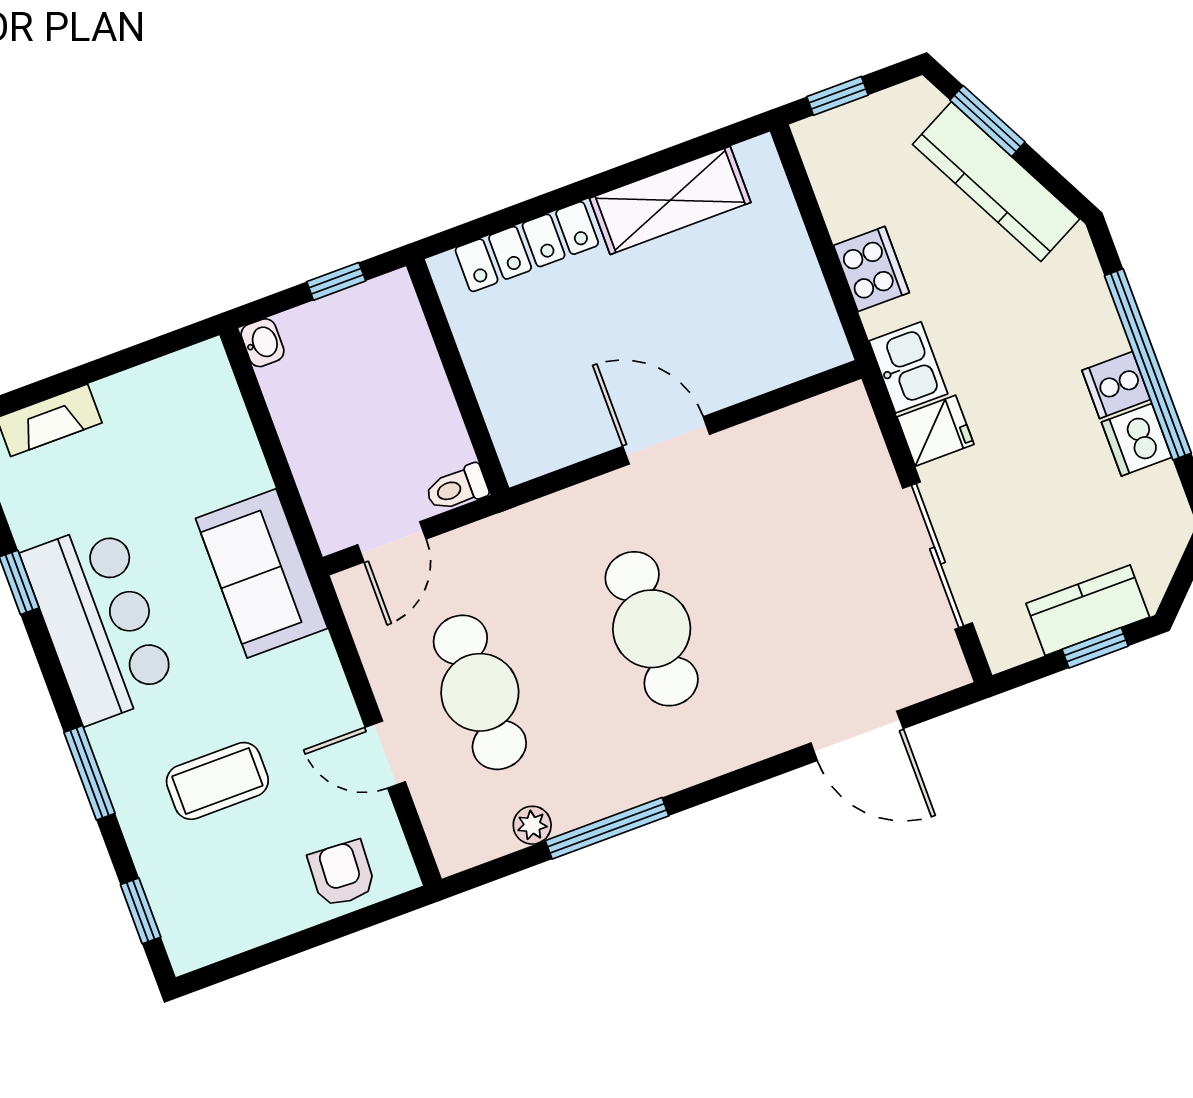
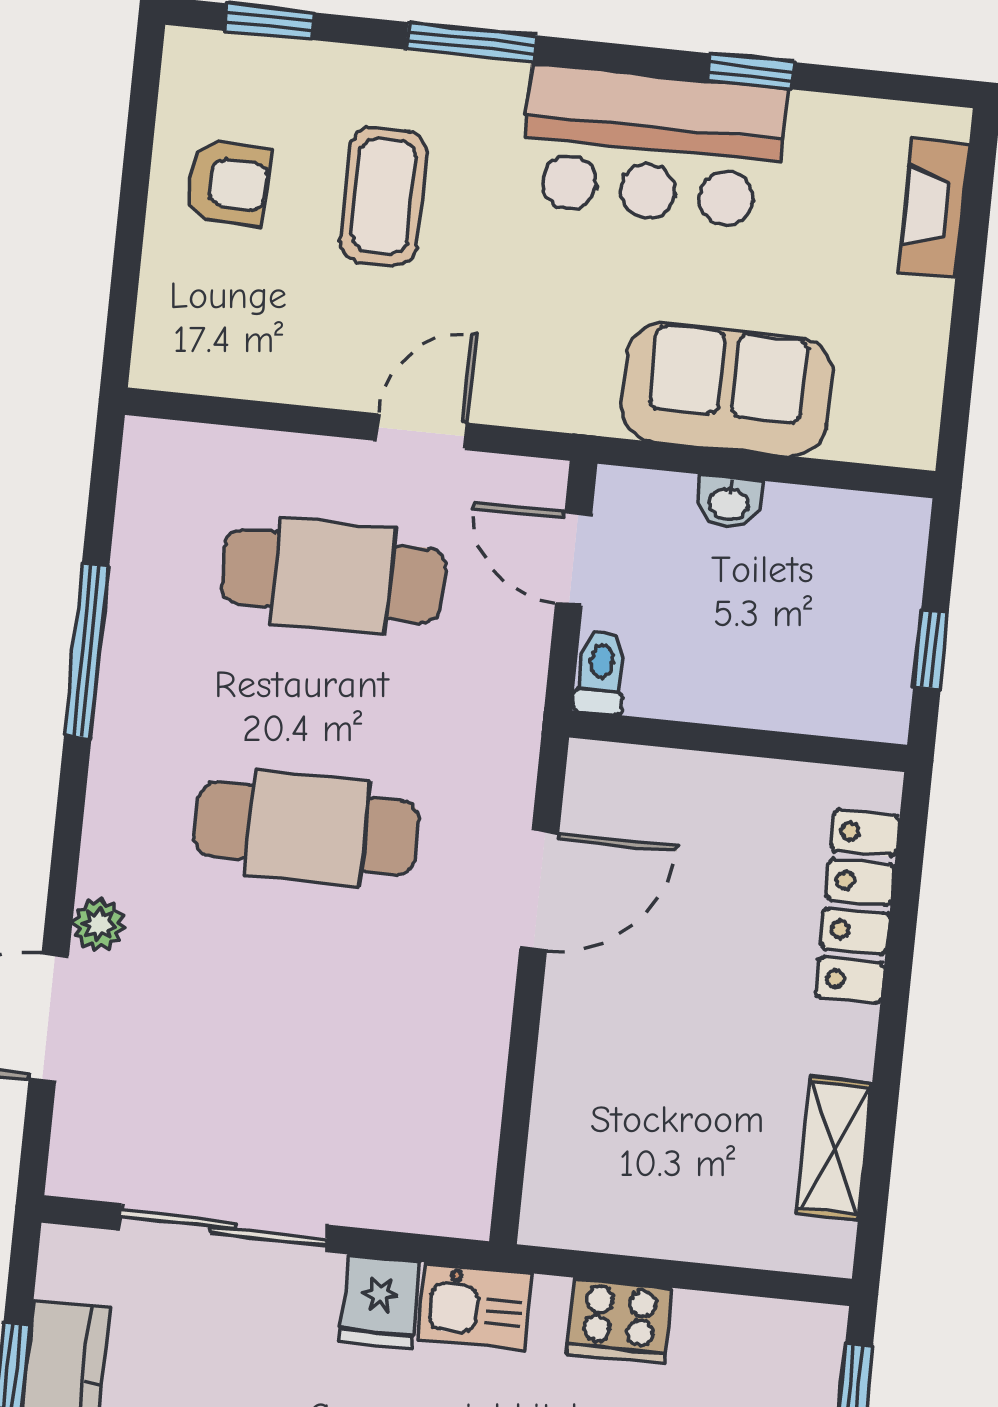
shelving: (670, 200) -> (834, 1148), width x0.67, depth x0.75
washbasin: (262, 343) -> (729, 502), moved
door: (666, 440) -> (539, 891), moved
sofa: (262, 573) -> (727, 390), moved
door: (385, 754) -> (422, 432), moved
plant: (532, 825) -> (99, 925), moved
armchair: (342, 874) -> (228, 183), moved

